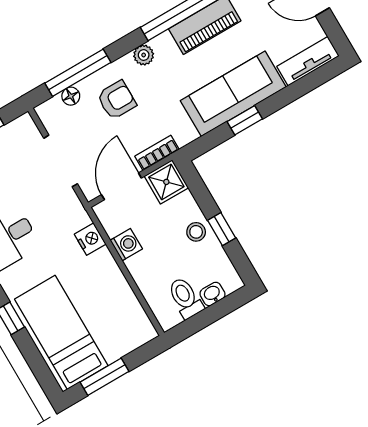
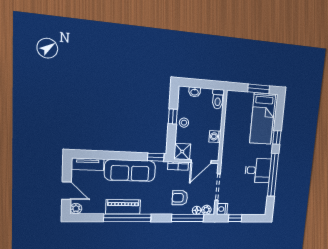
plant: (144, 55) -> (206, 210), moved
window: (245, 120) -> (156, 157), moved
nightstand: (90, 239) -> (222, 209), moved
toilet: (185, 298) -> (218, 99), moved

